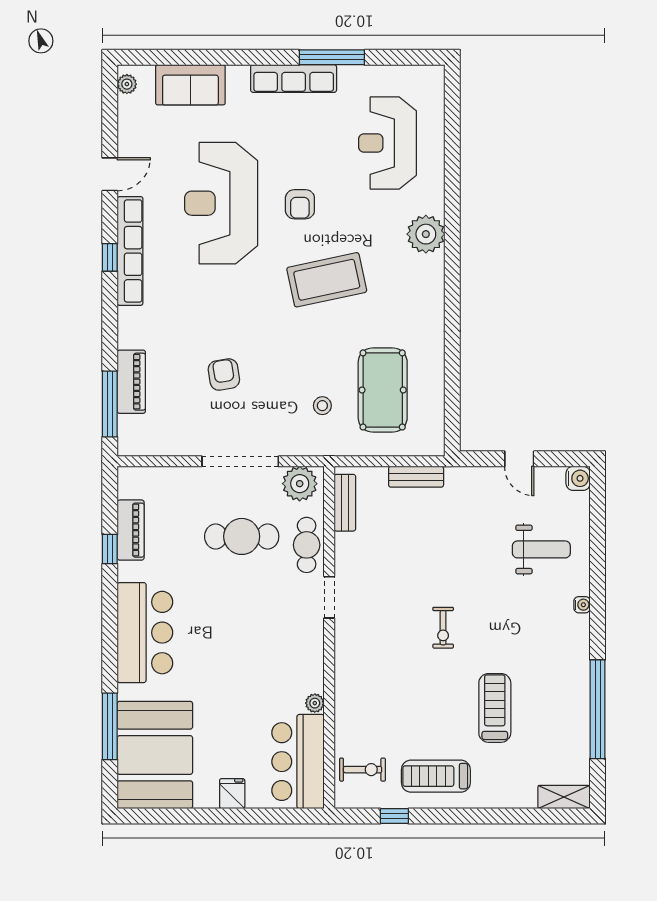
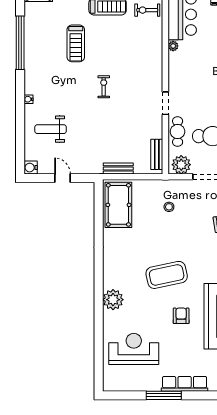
reception desk: (388, 143) -> (134, 349), turned -90
pool table: (383, 390) -> (118, 205), moved

